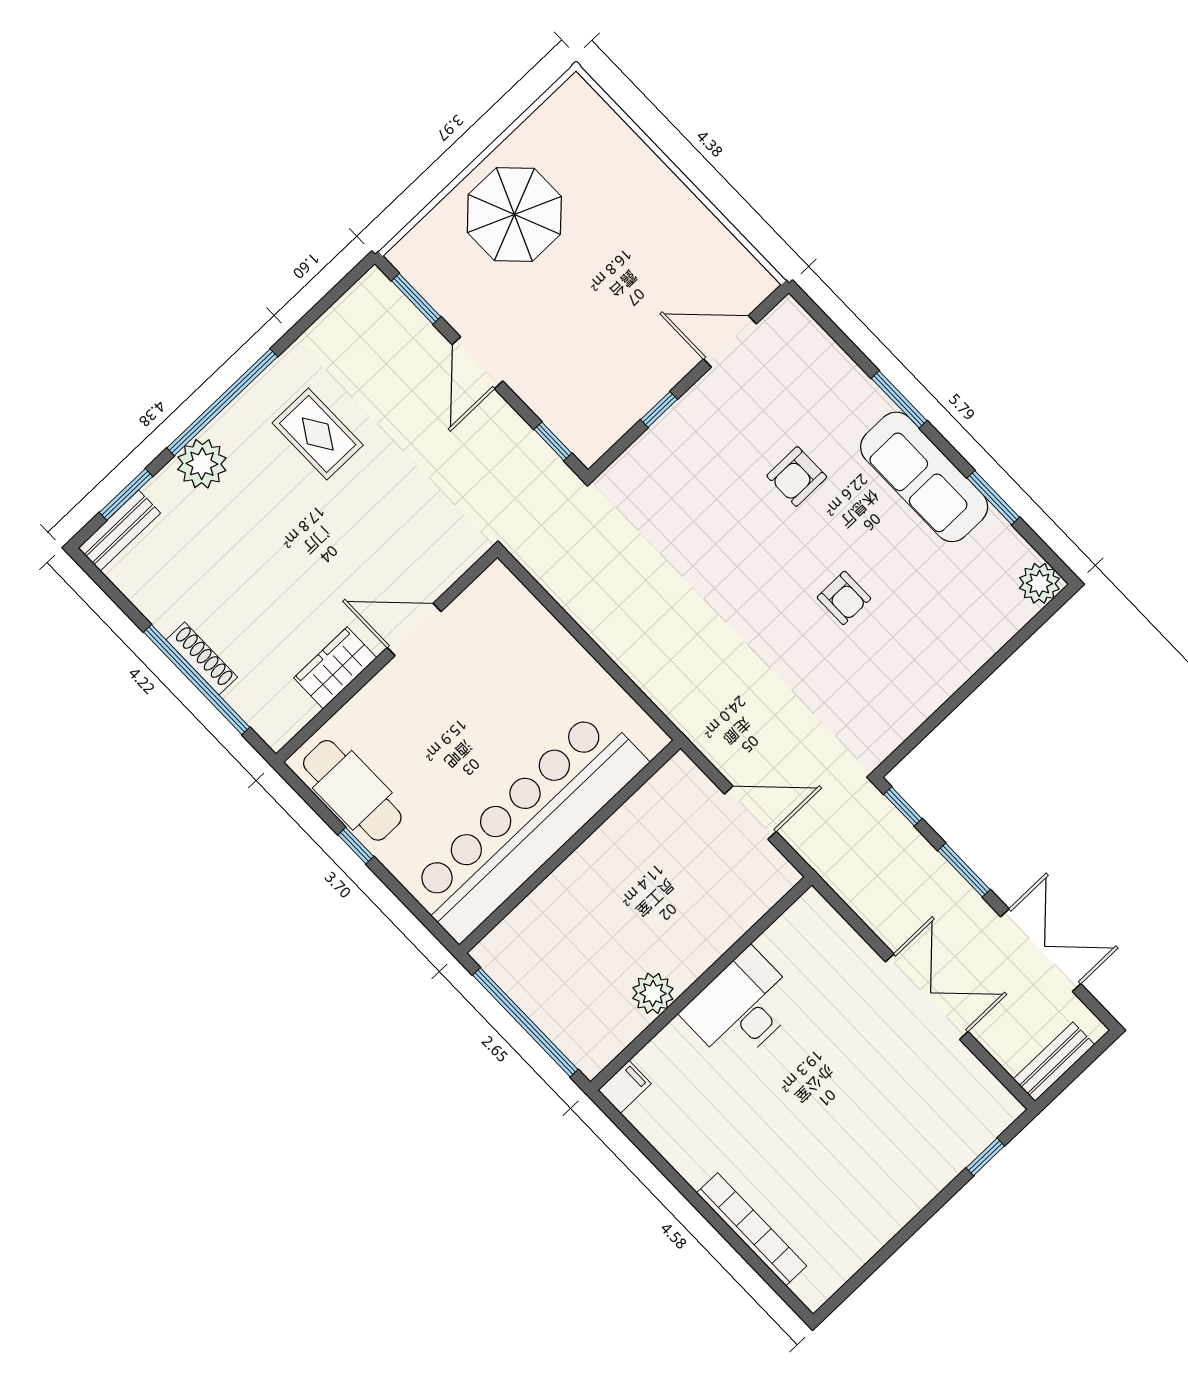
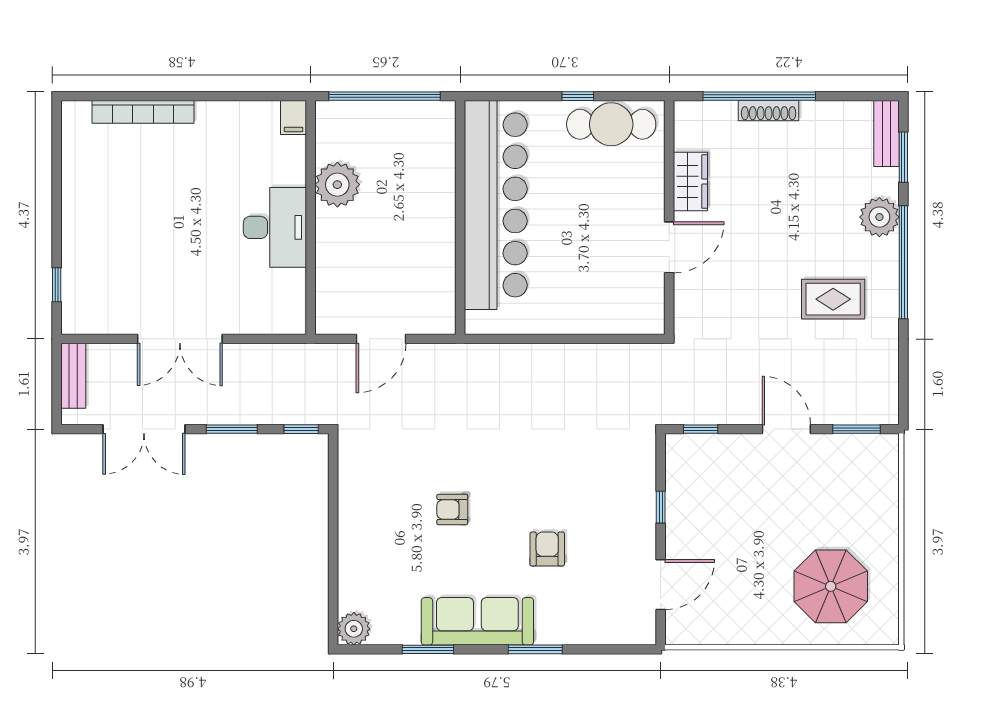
parasol: (514, 214) -> (831, 586), moved
plant: (653, 993) -> (337, 185), width x1.36, depth x1.36

